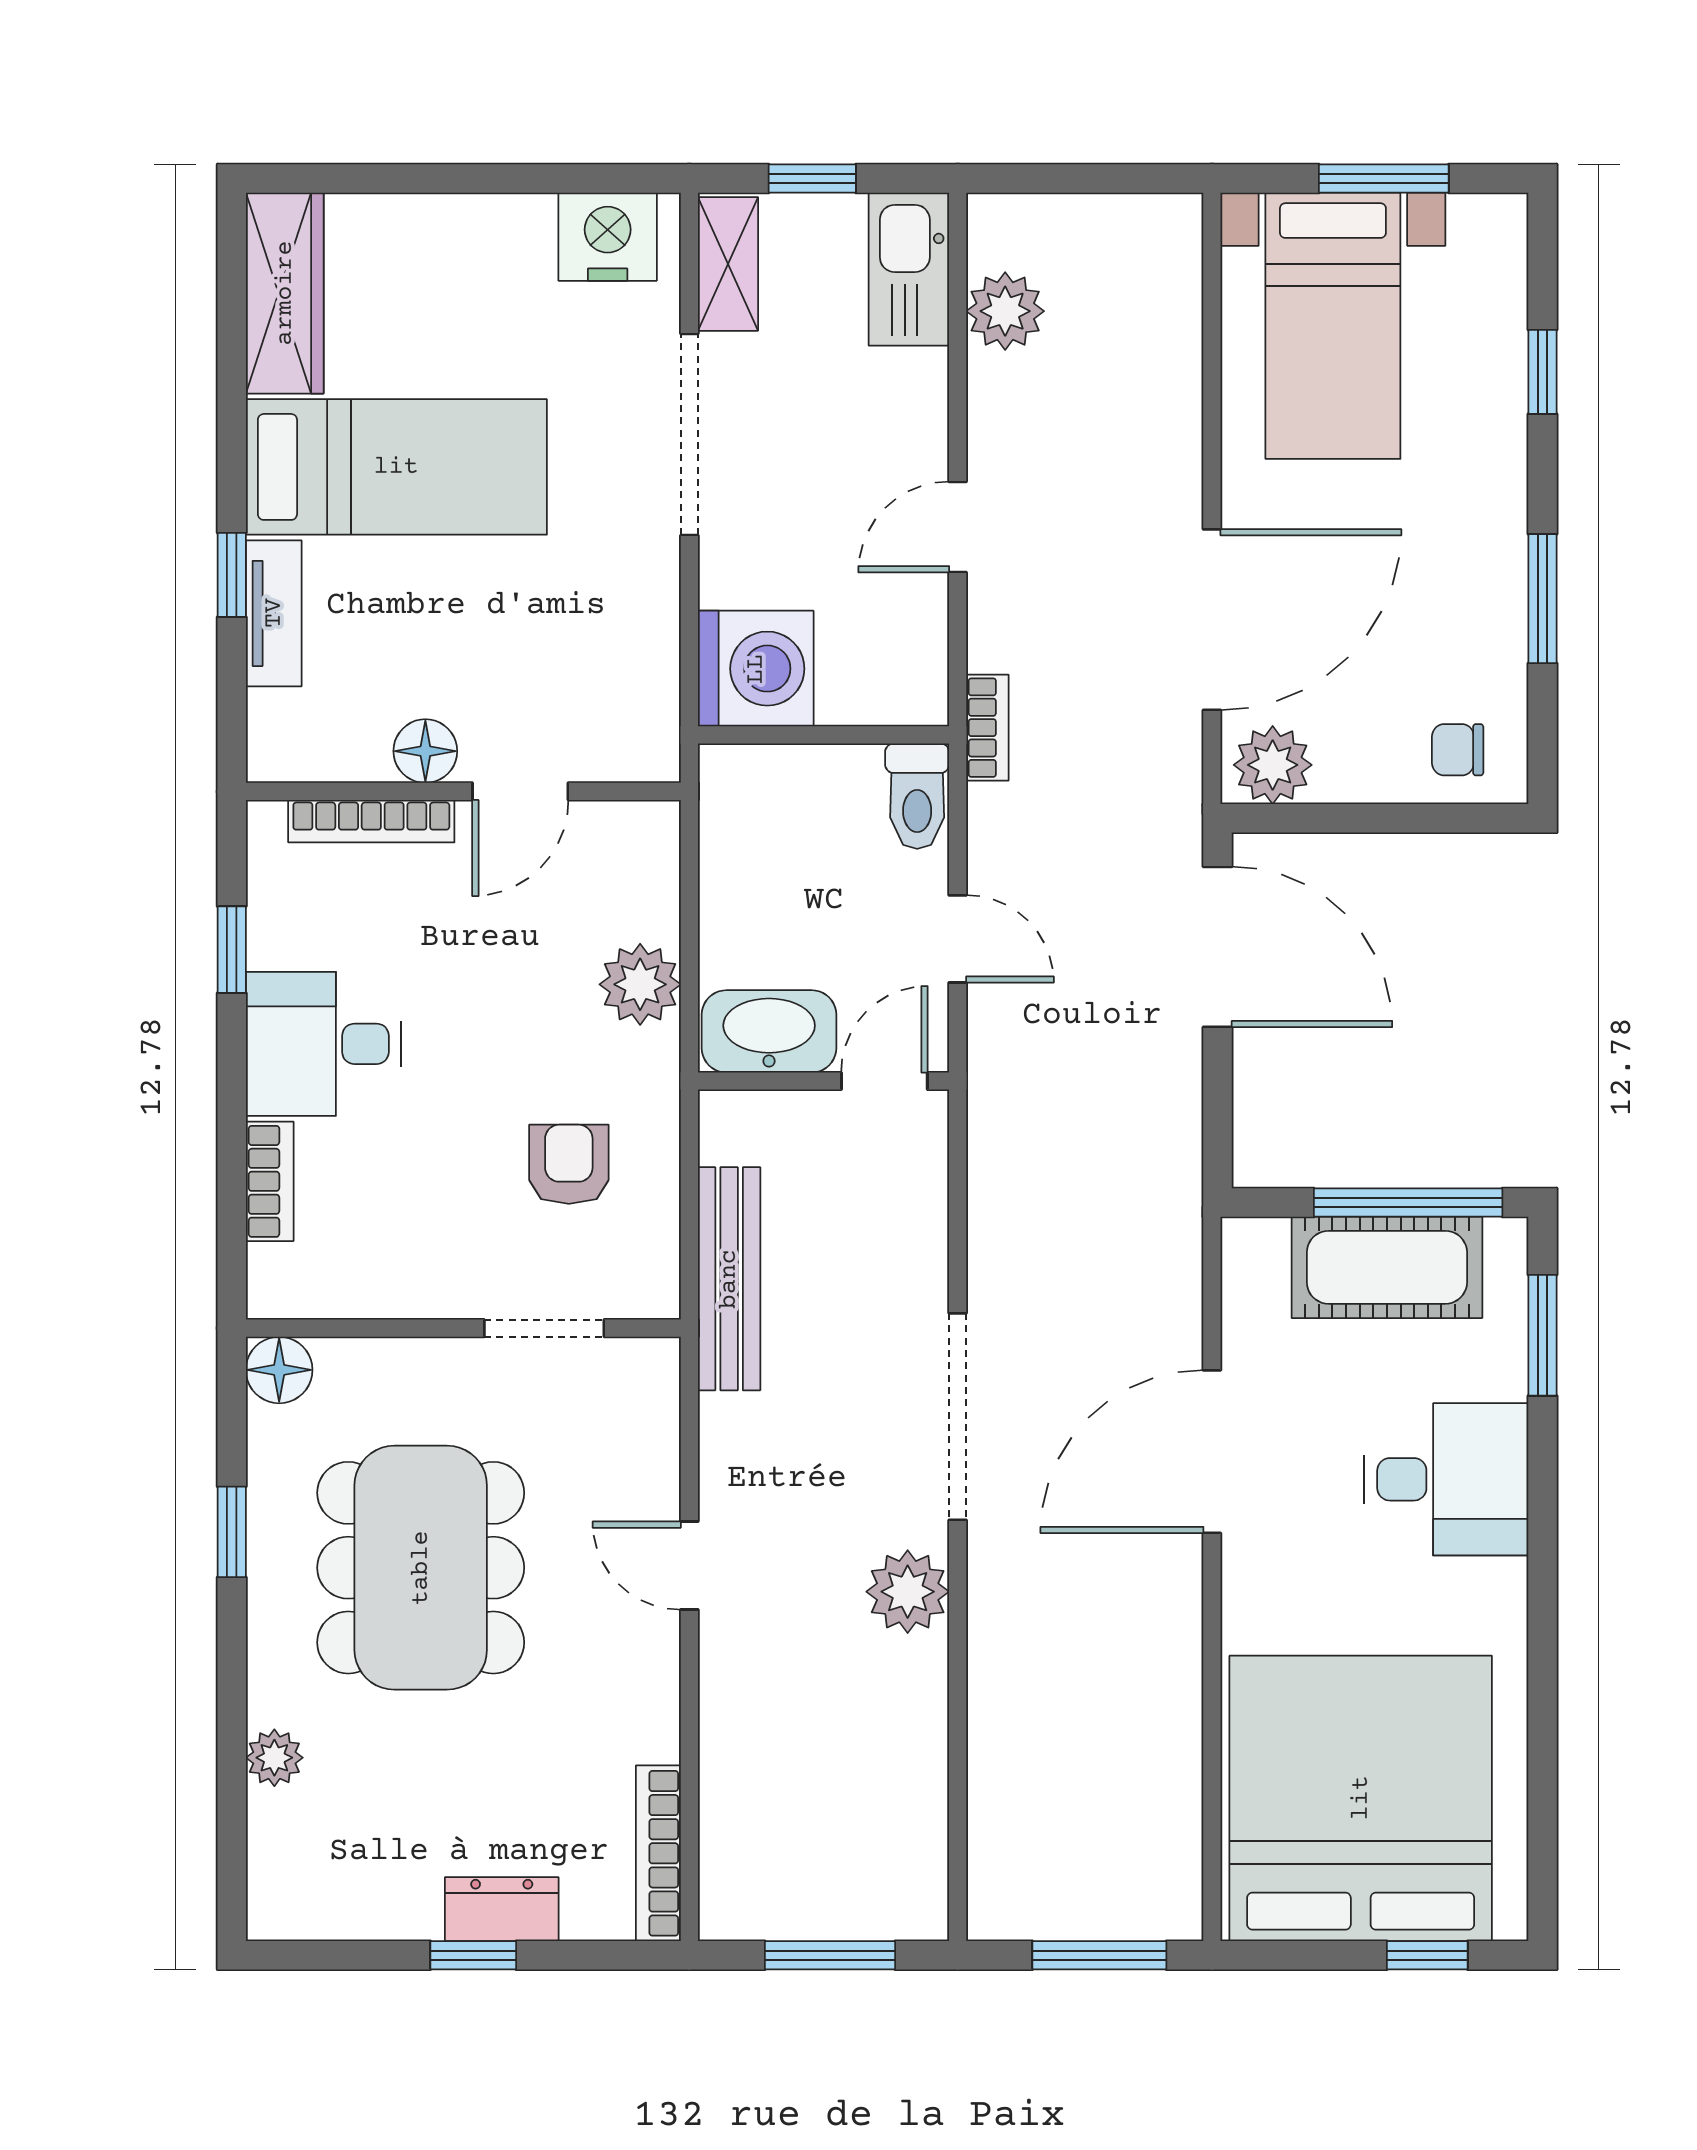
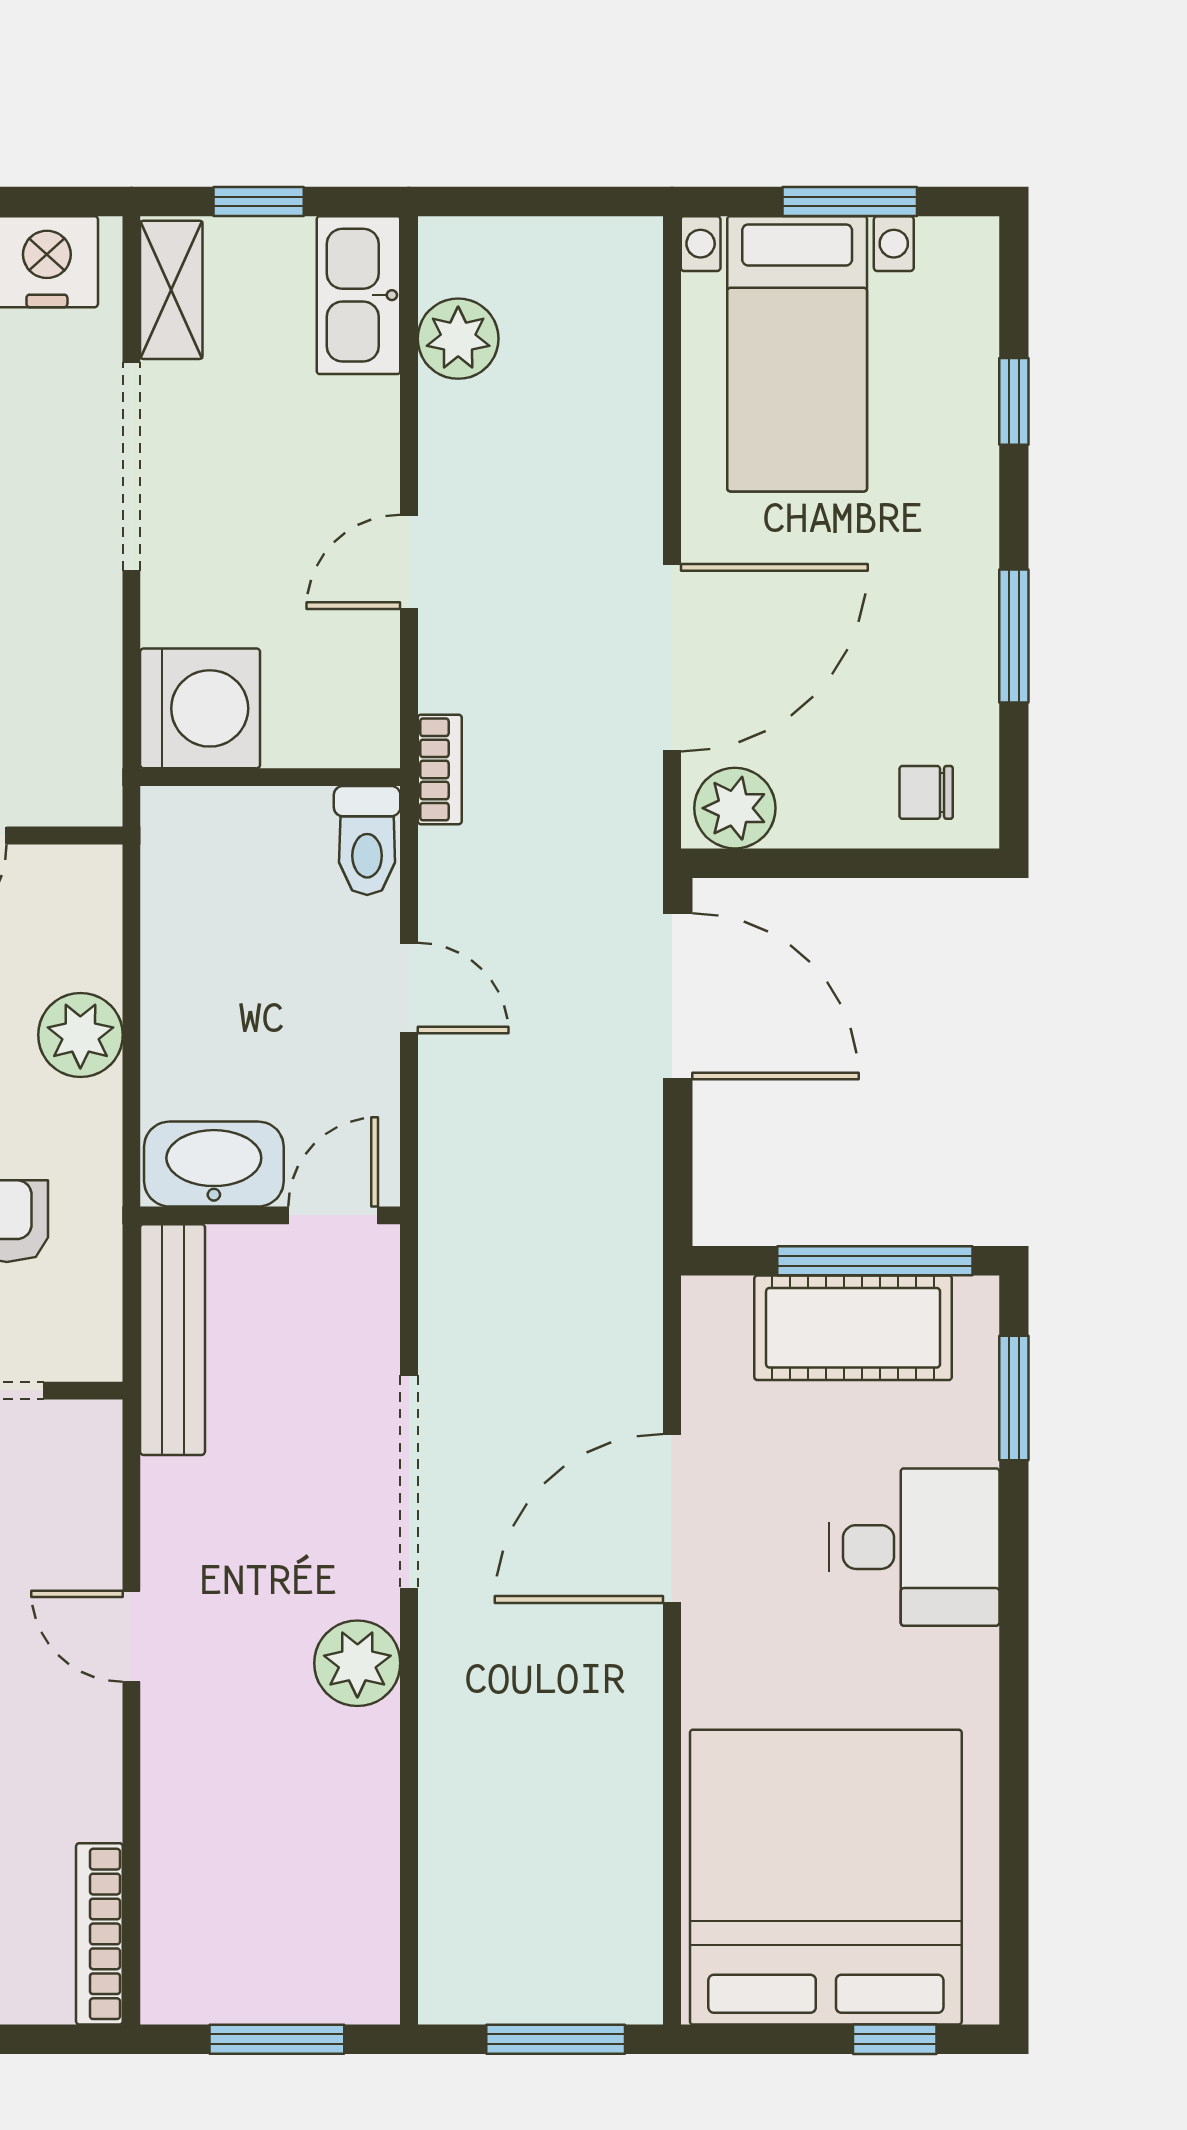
washbasin: (769, 1031) -> (214, 1164), moved
wall: (823, 1081) -> (270, 1215), moved
door: (884, 1081) -> (333, 1215), moved

